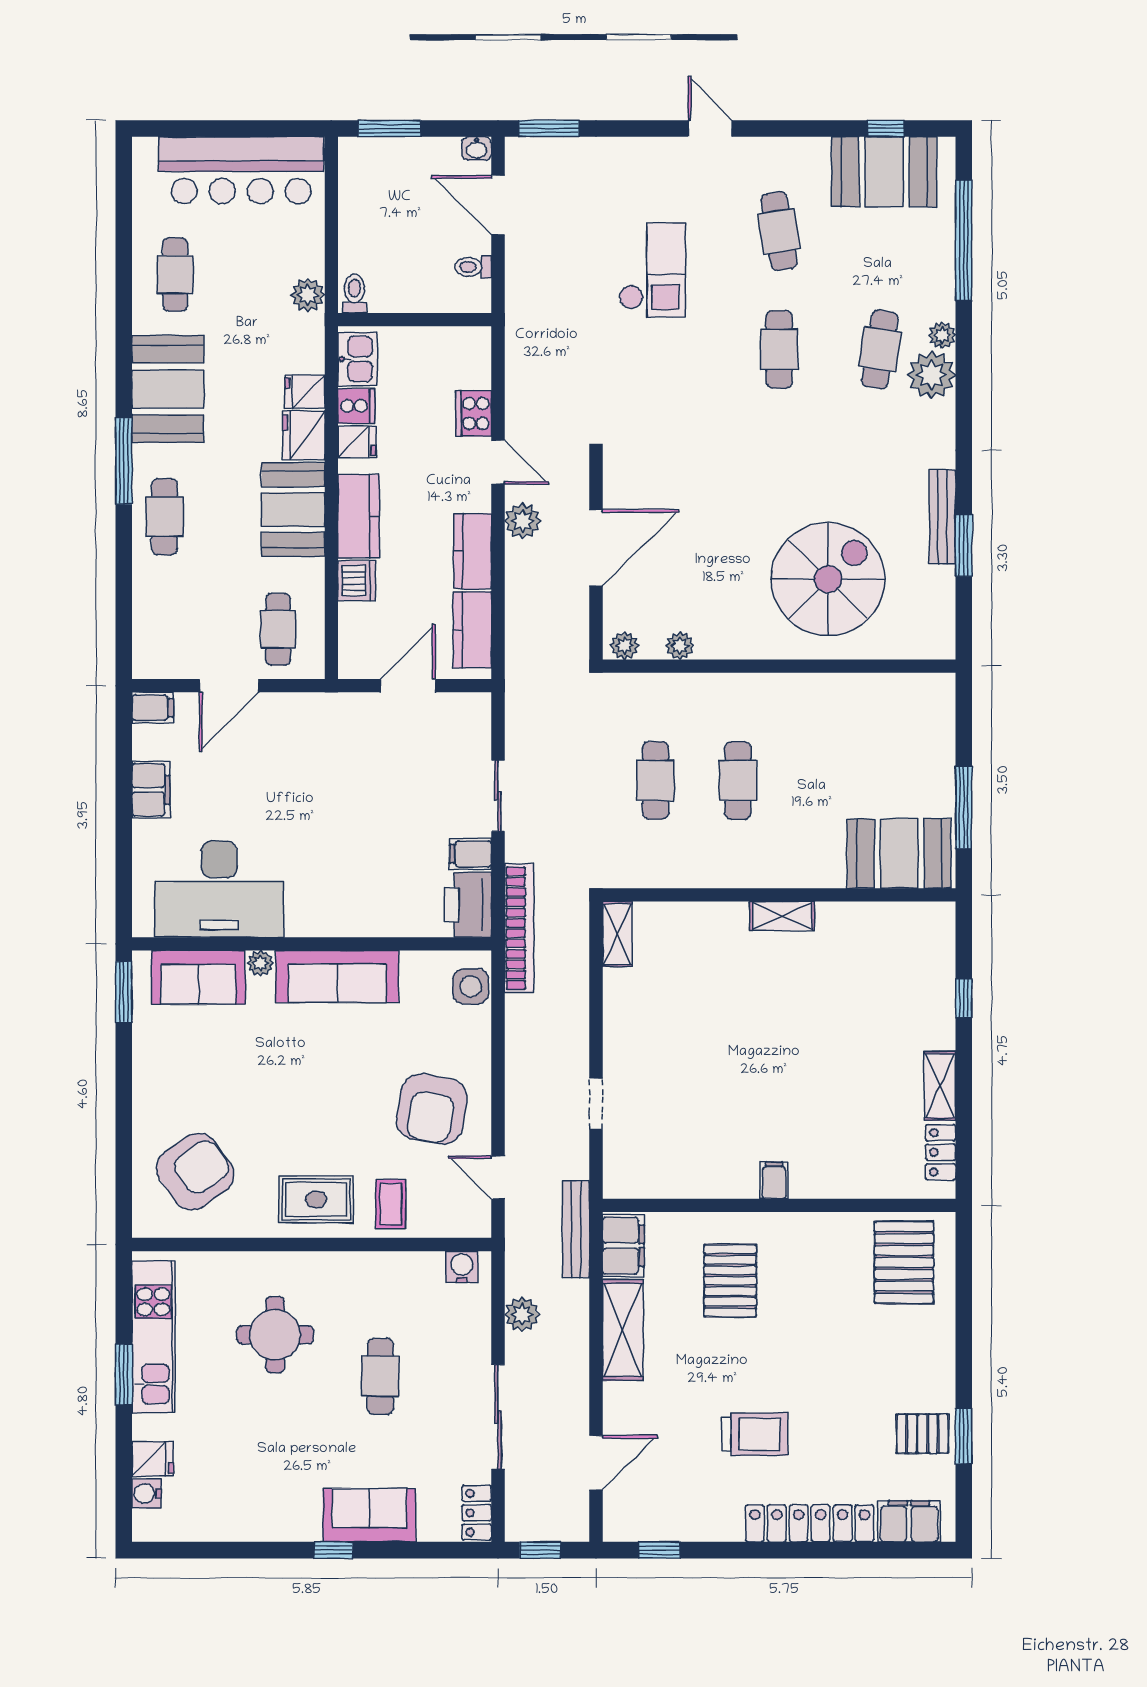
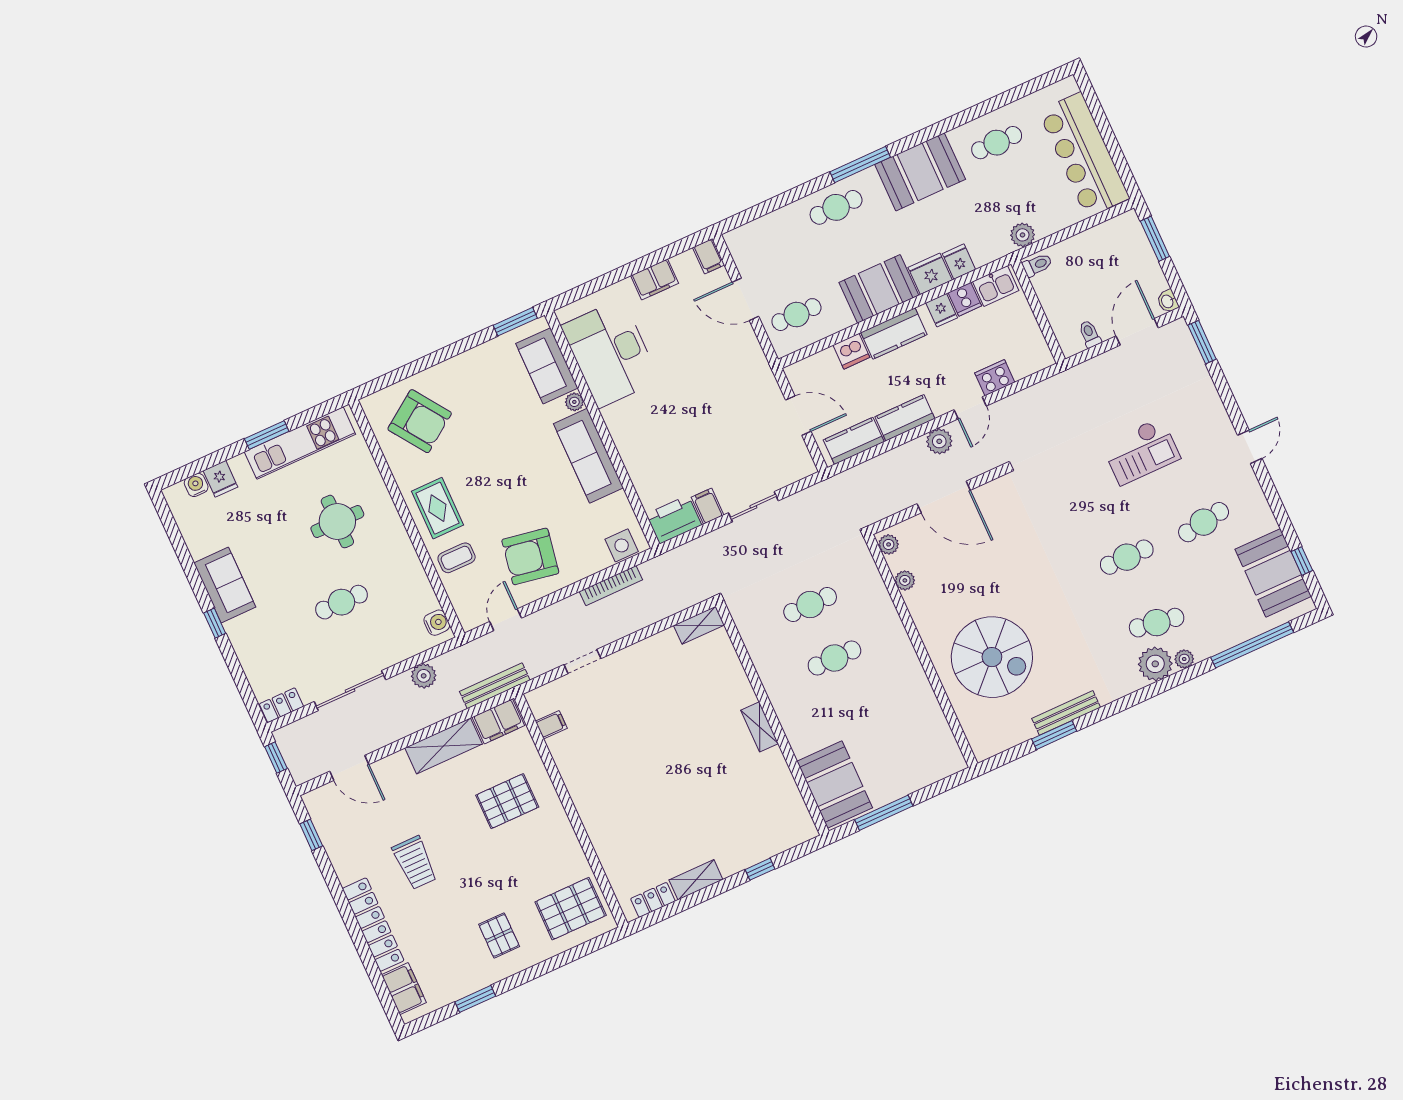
bookcase: (519, 928) -> (611, 586), moved, width x0.68, depth x0.76
filing cabinet: (774, 1180) -> (551, 725), moved
pallet: (922, 1434) -> (499, 935), moved
sofa: (369, 1515) -> (225, 585), moved

